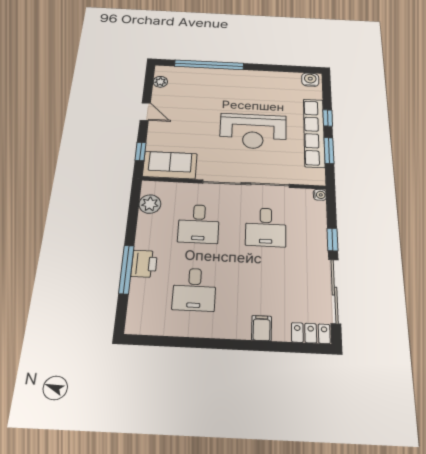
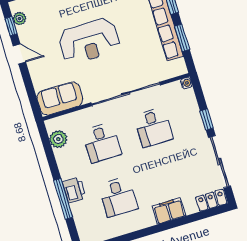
reception desk: (253, 131) -> (89, 41), moved
window: (141, 151) -> (11, 26), moved
filing cabinet: (262, 328) -> (169, 211), width x2.00

